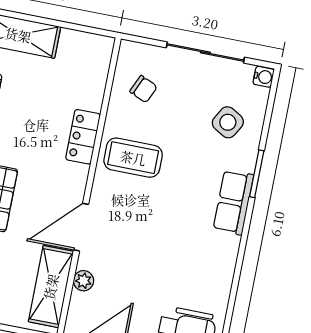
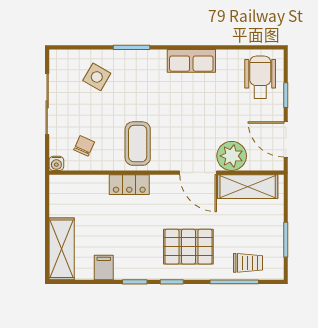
water cooler: (264, 77) -> (56, 163), moved, turned 180
row of seats: (233, 202) -> (191, 61), moved
plant: (84, 281) -> (232, 156), width x1.87, depth x1.87

